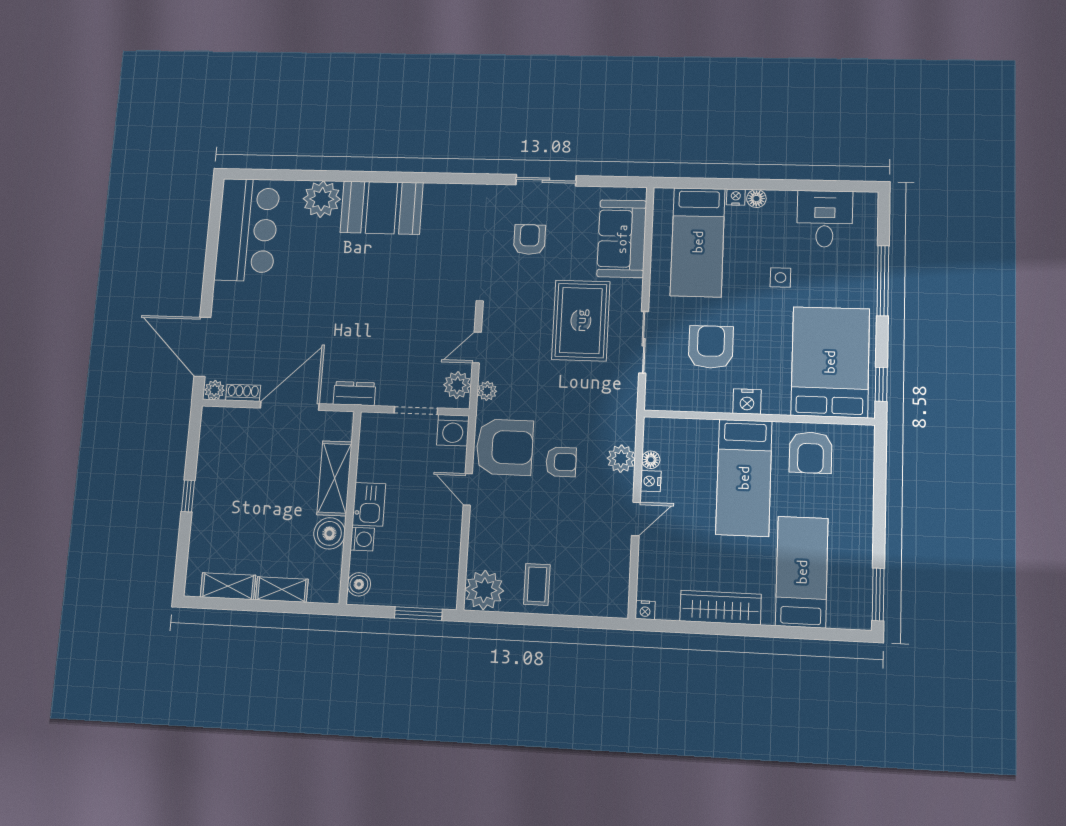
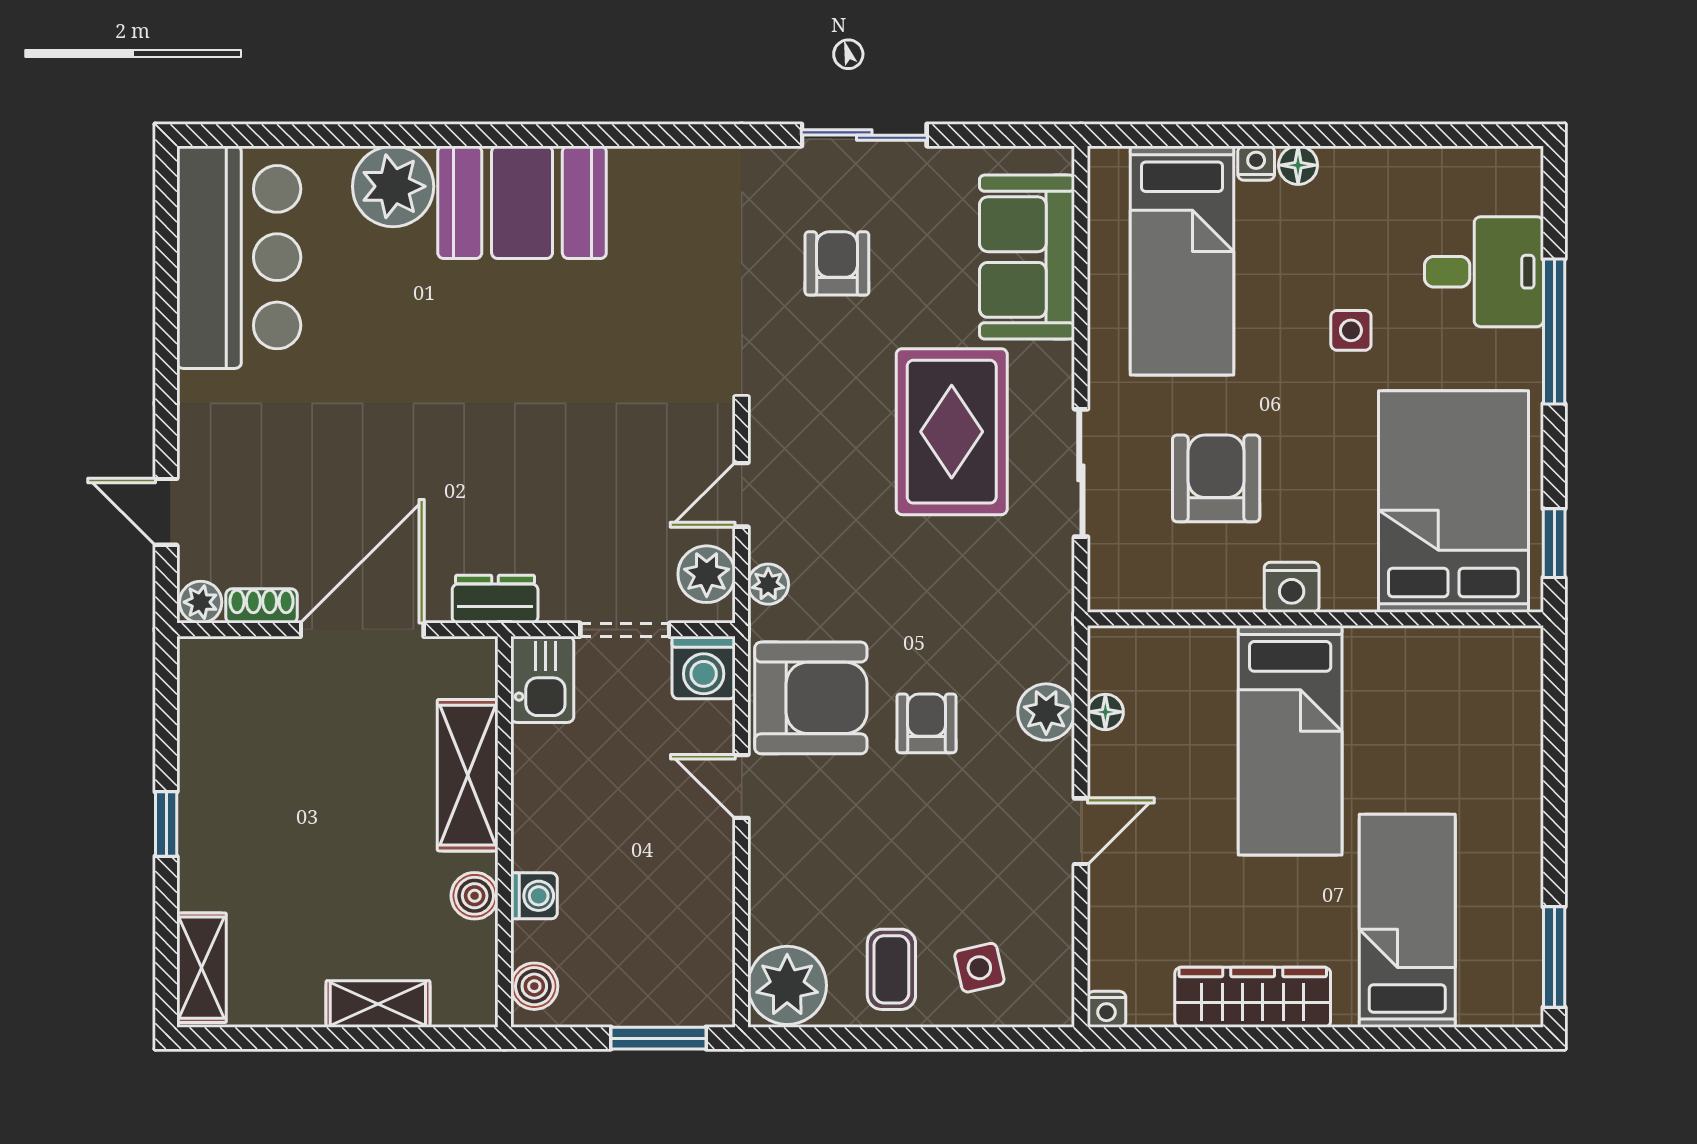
desk: (825, 219) -> (1484, 272), moved, turned 90
door: (202, 347) -> (166, 512), width x0.53
armchair: (811, 453) -> (1419, 685), removed
armchair: (561, 462) -> (926, 723), turned -90
nightstand: (651, 481) -> (1107, 755), removed
kitchen sink: (369, 504) -> (542, 679), moved
boiler: (329, 533) -> (475, 896), width x0.73, depth x0.73
shelving: (228, 586) -> (202, 968), moved, turned 90
side table: (581, 586) -> (979, 968), added

